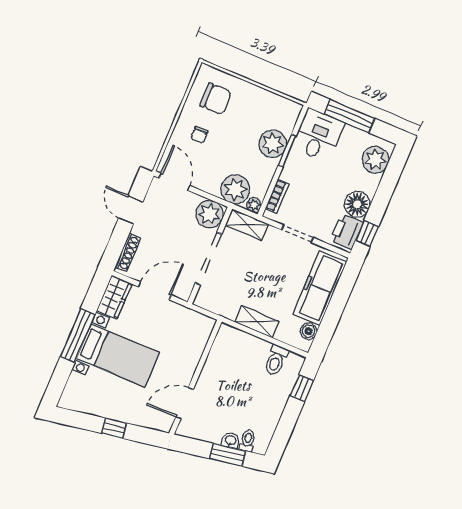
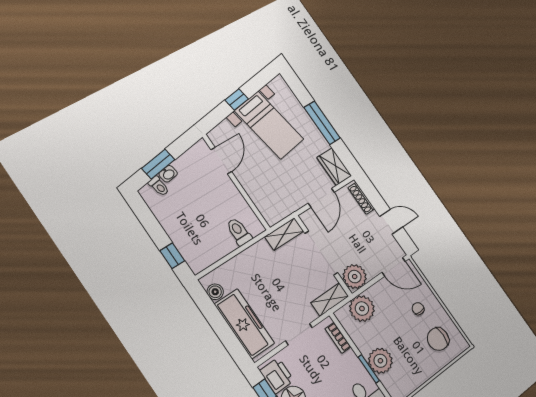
plant: (254, 205) -> (342, 315), removed
shelving: (257, 322) -> (284, 234), moved
bed with nightstands: (118, 355) -> (269, 125), moved, turned -100
toilet: (276, 360) -> (239, 232), moved

